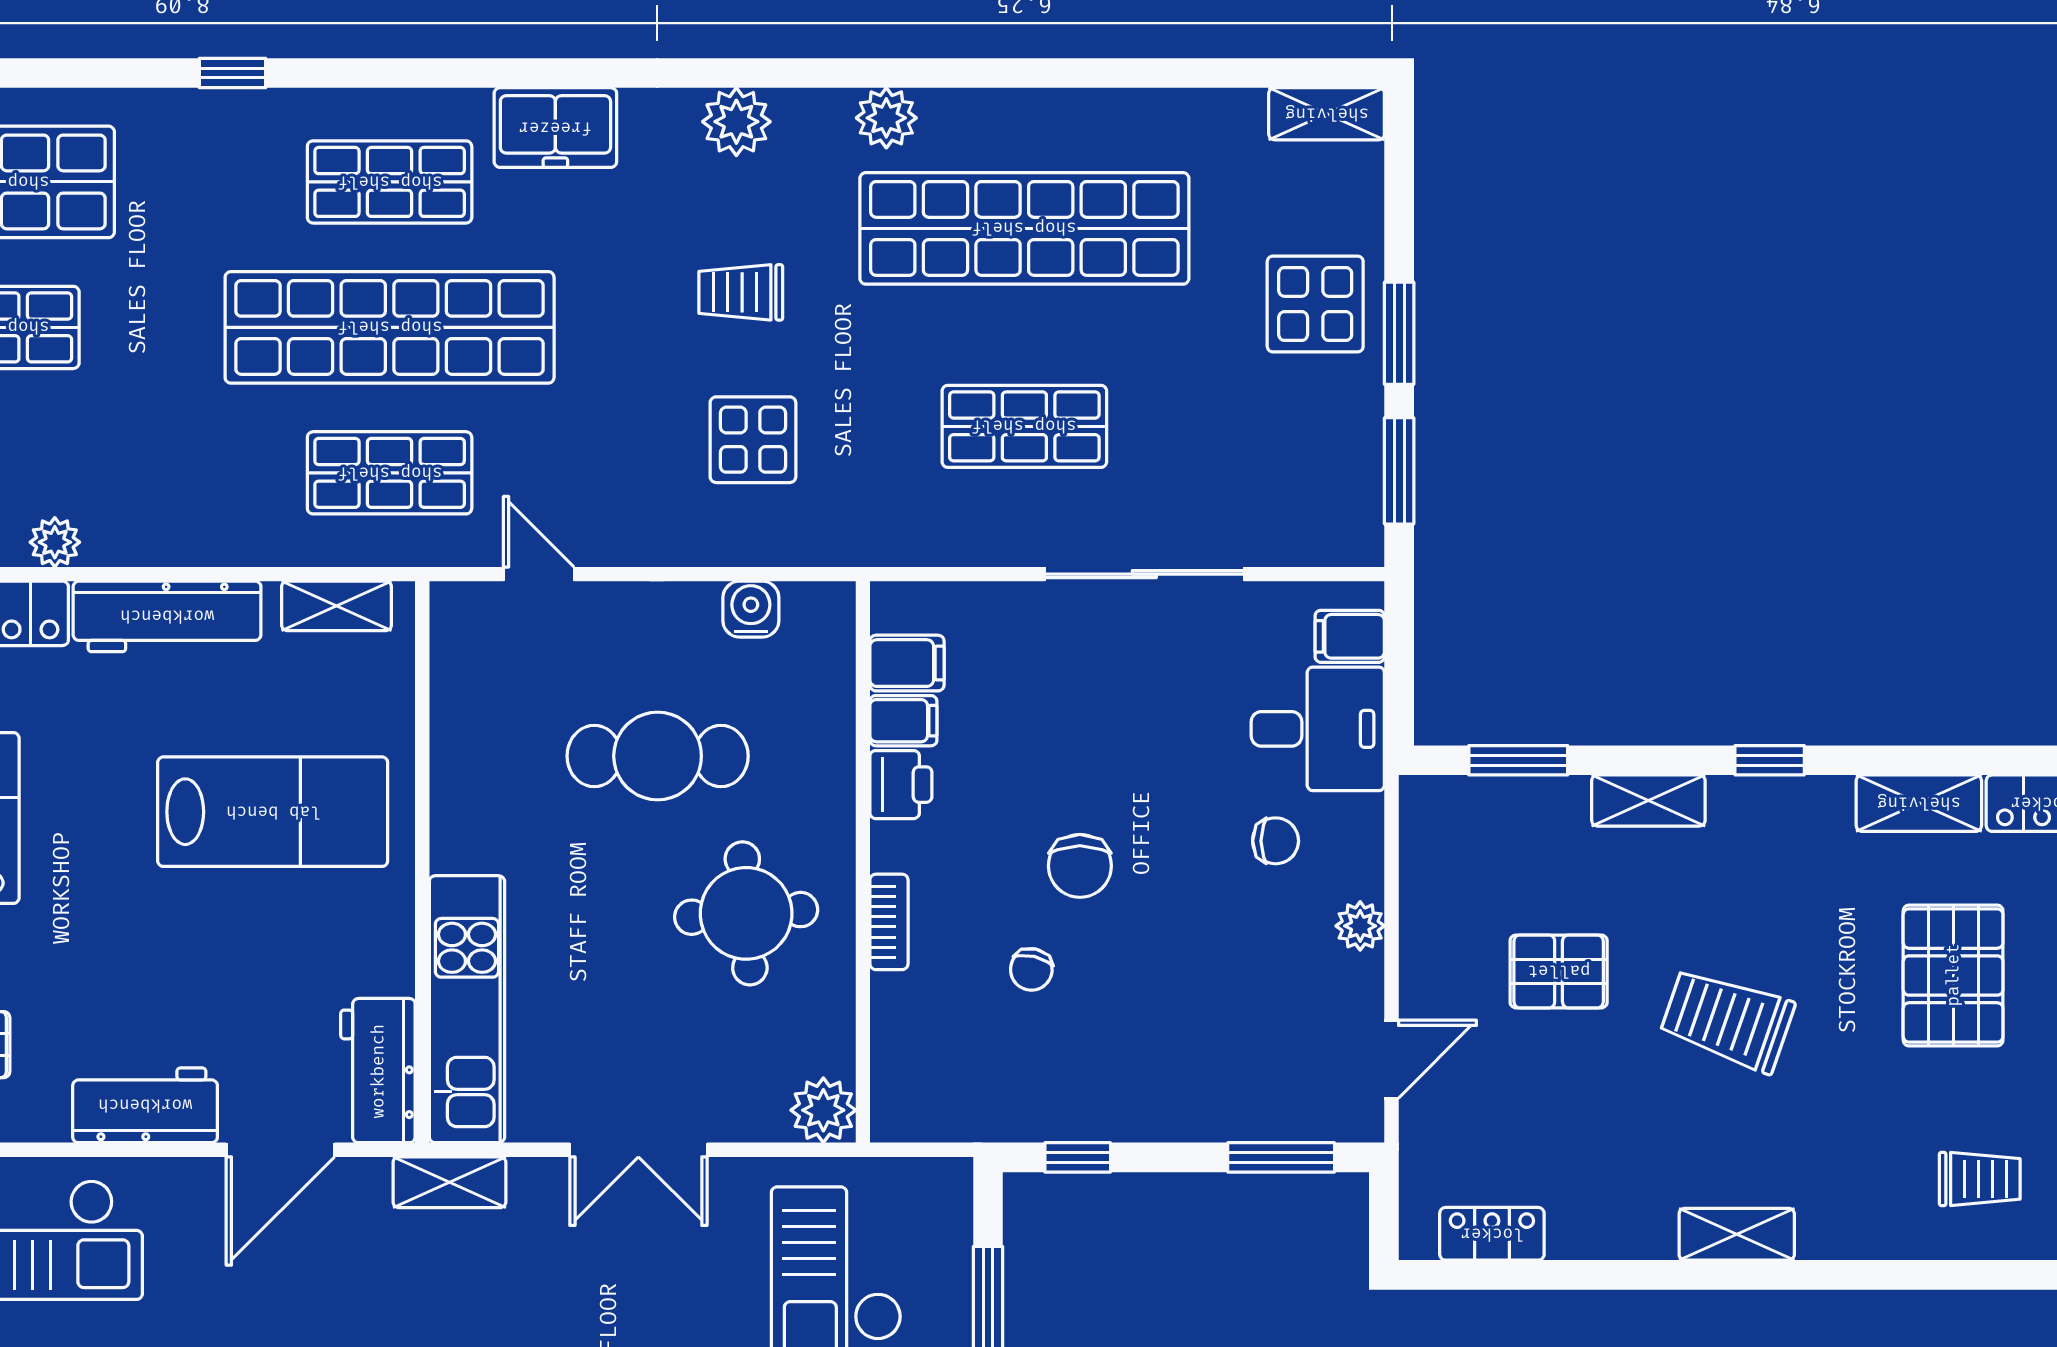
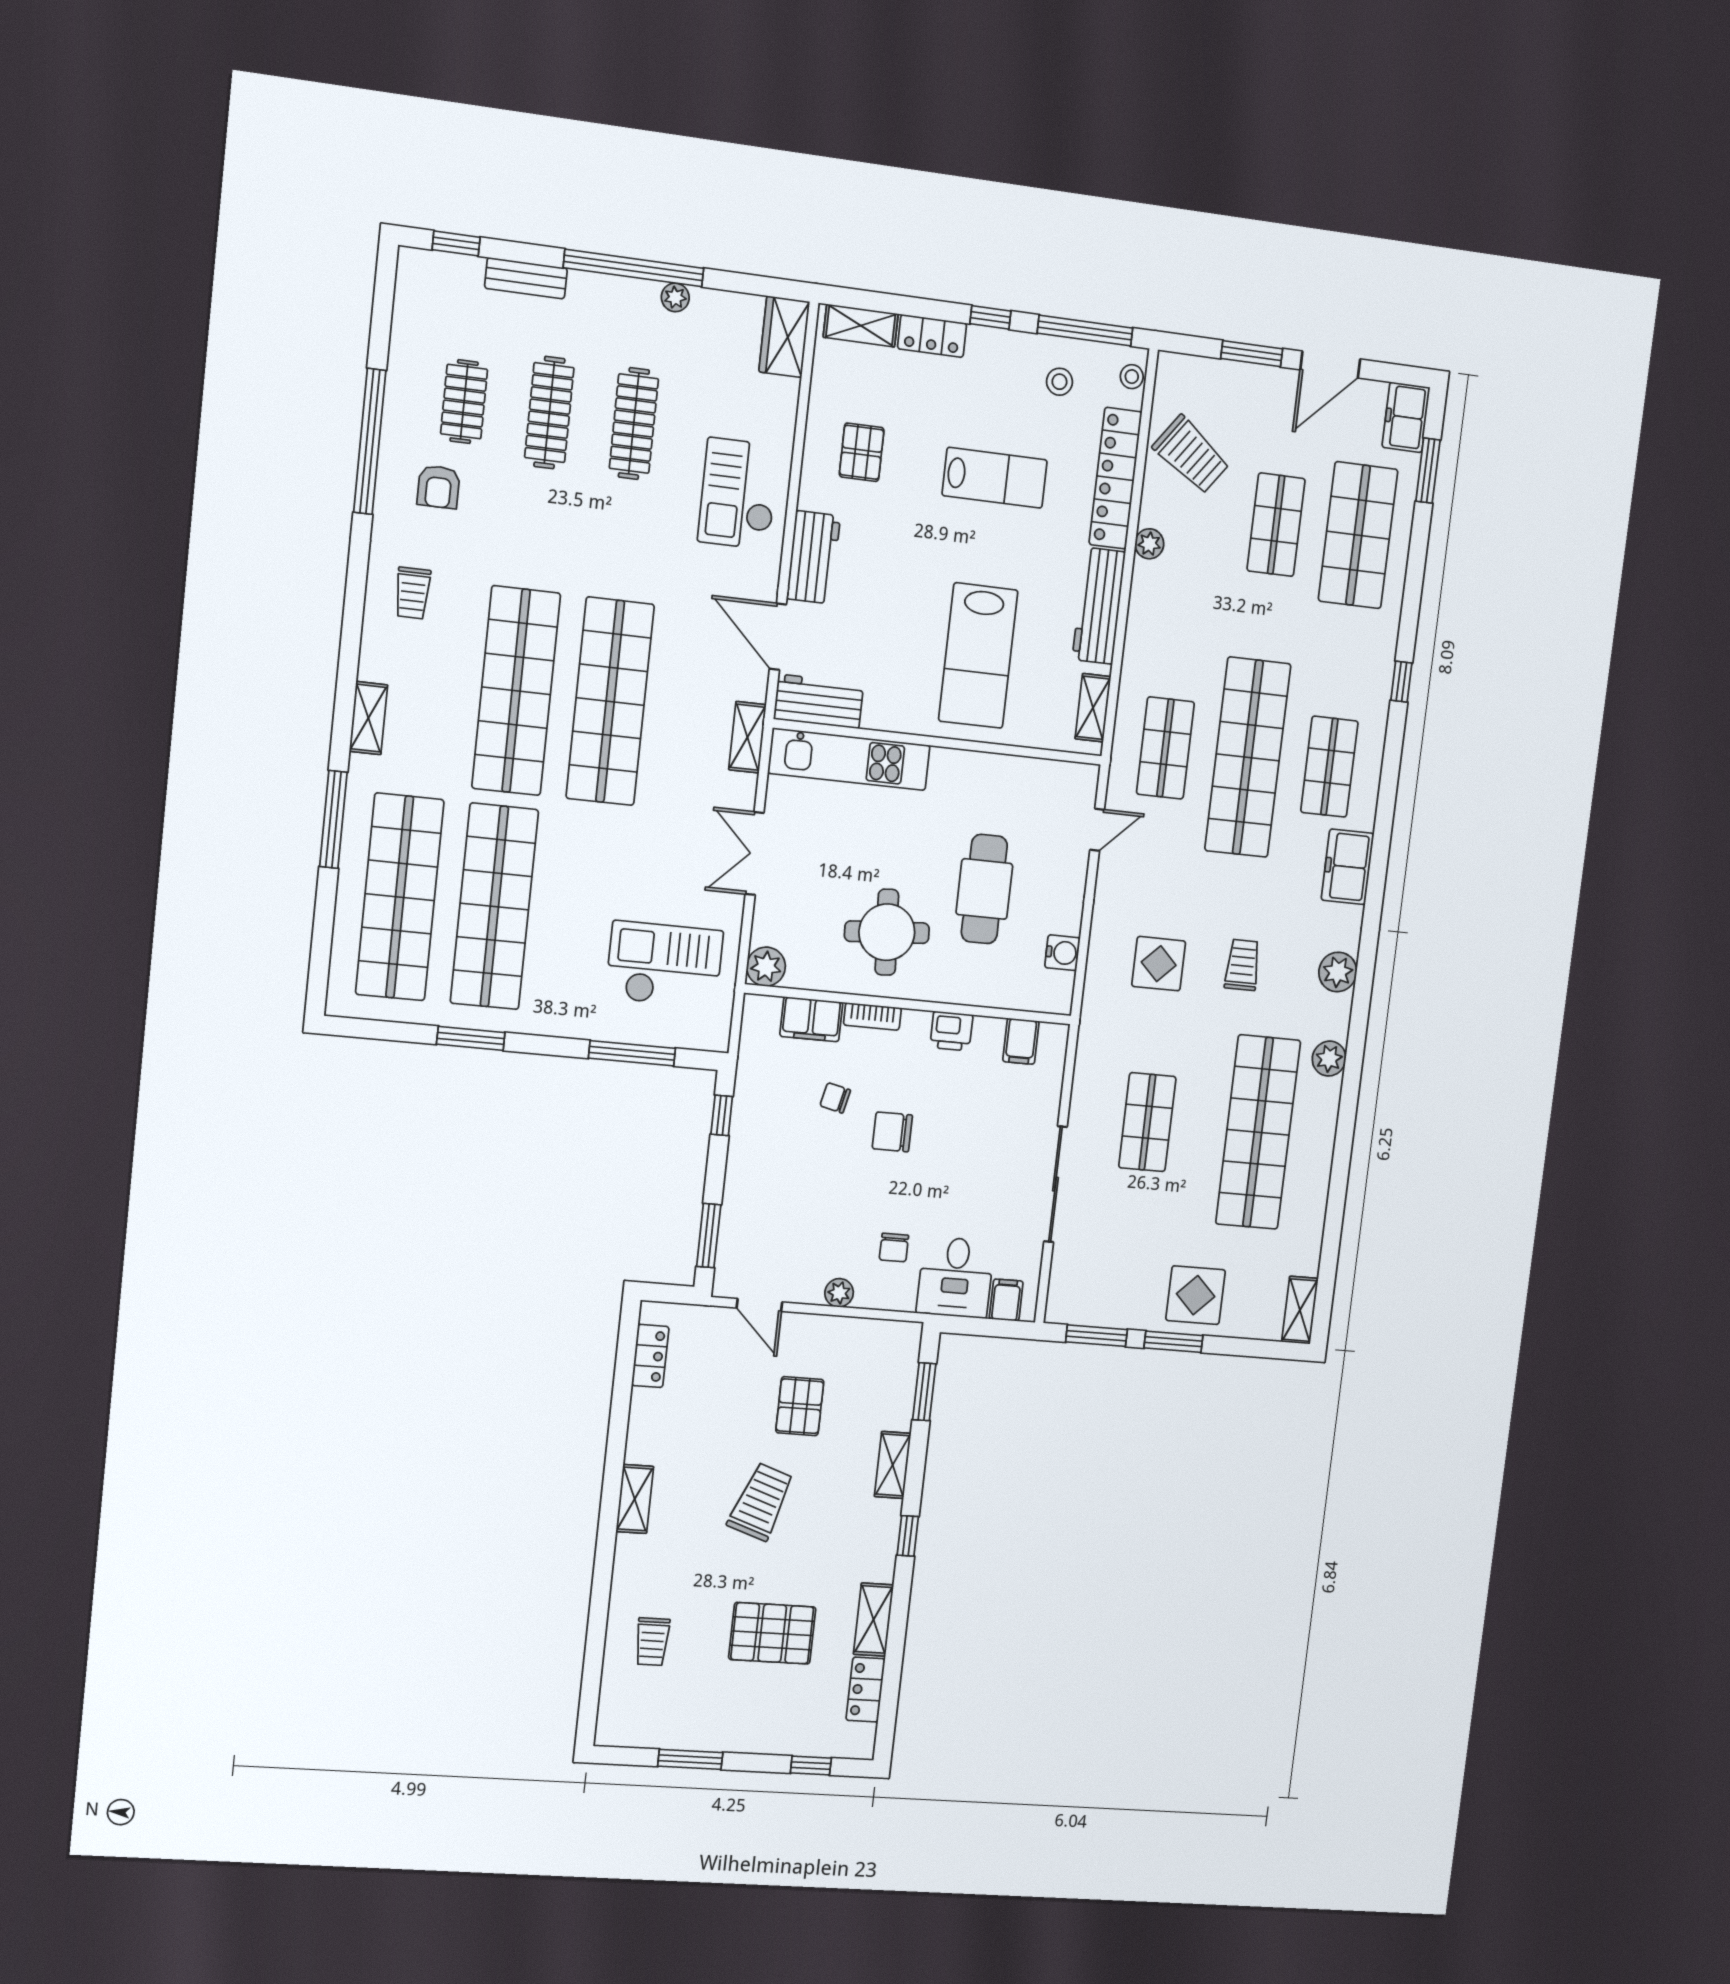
filing cabinet: (903, 721) -> (811, 1019), moved, width x2.00

